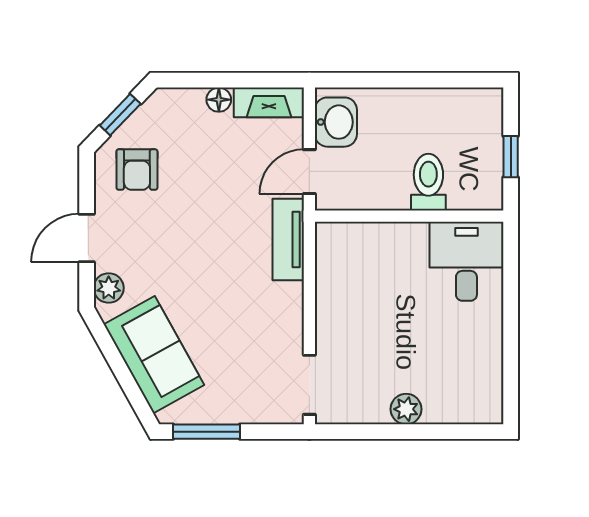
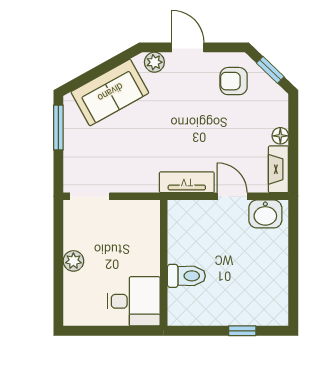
toilet: (428, 182) -> (186, 276), moved
wall: (409, 216) -> (164, 263), moved
desk: (466, 261) -> (134, 301), moved

